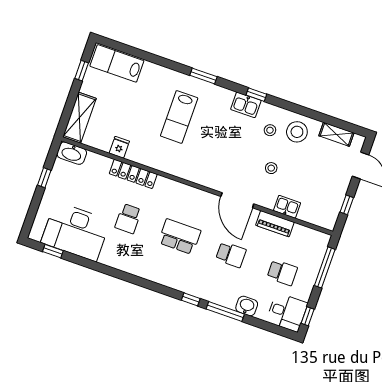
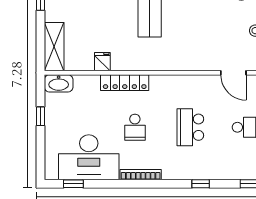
door: (237, 200) -> (233, 73), width x0.73
school desk: (180, 237) -> (190, 127), turned -90
bookcase: (118, 264) -> (141, 175), added
window: (191, 299) -> (201, 184), moved

